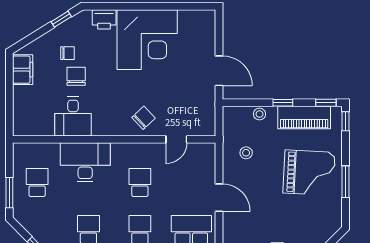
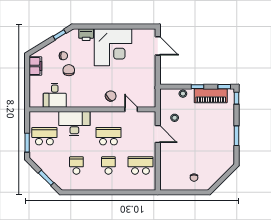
door: (219, 71) -> (158, 46), moved
desk: (73, 117) -> (55, 95), moved
door: (176, 139) -> (131, 109), swing flipped
grand piano: (309, 173) -> (214, 130), removed
school desk: (37, 182) -> (44, 136), width x1.85
school desk: (140, 182) -> (108, 136), width x1.85
door: (219, 198) -> (158, 134), moved

